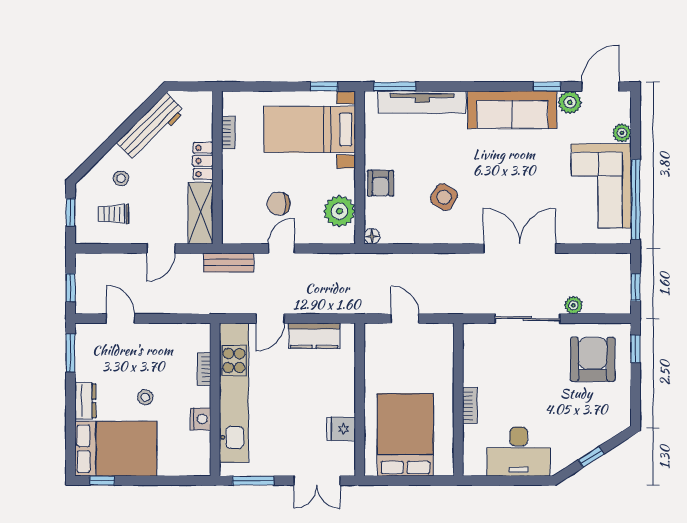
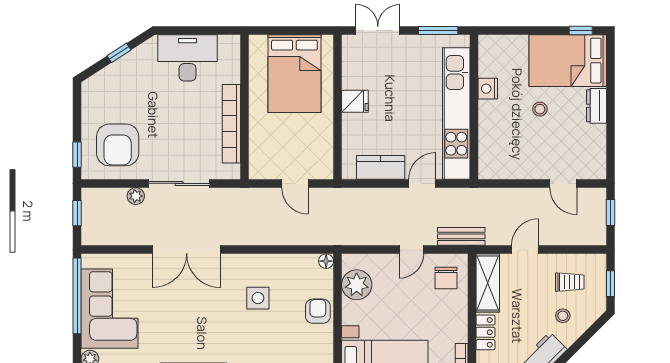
side table: (444, 197) -> (258, 298), turned -31
chair: (279, 204) -> (446, 278), moved, turned 90
window: (71, 353) -> (610, 151), removed
bookcase: (204, 369) -> (484, 136), removed
bookcase: (470, 406) -> (231, 124), width x2.31, depth x1.31
fridge: (341, 429) -> (355, 101), moved

